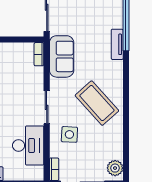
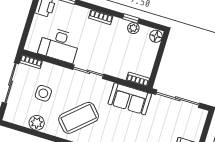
side table: (69, 134) -> (43, 93), moved
plant: (115, 168) -> (37, 123), moved

